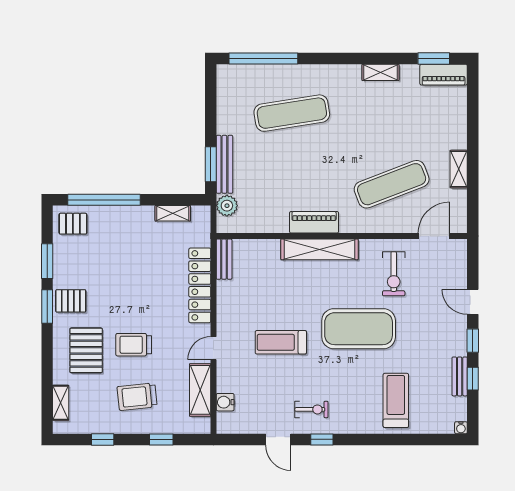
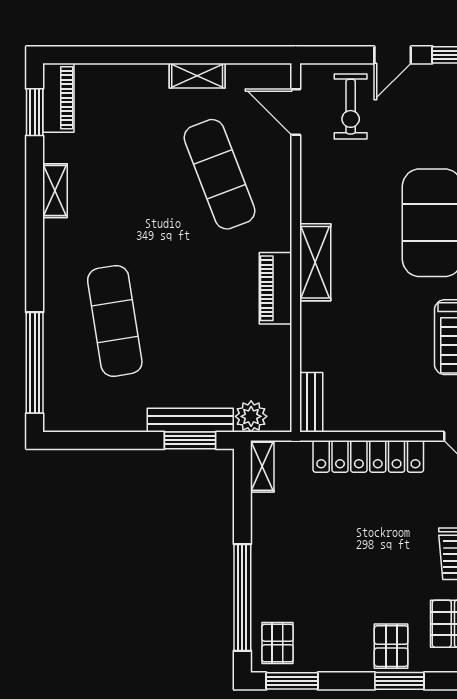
shelving: (173, 213) -> (262, 466), moved
shelving: (319, 249) -> (315, 262), width x0.68
bench: (224, 259) -> (311, 402), moved, turned 90
window: (47, 261) -> (292, 681), moved
exercise bike: (394, 274) -> (351, 107), moved, turned 90

